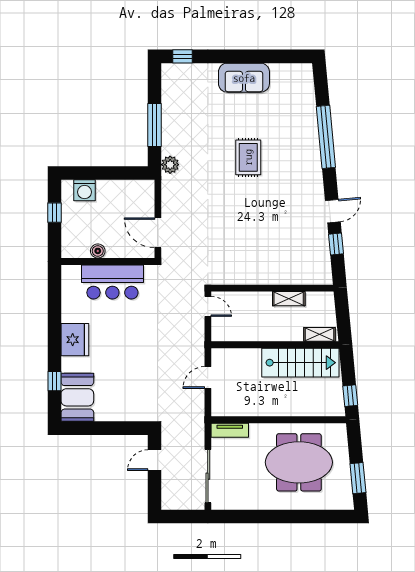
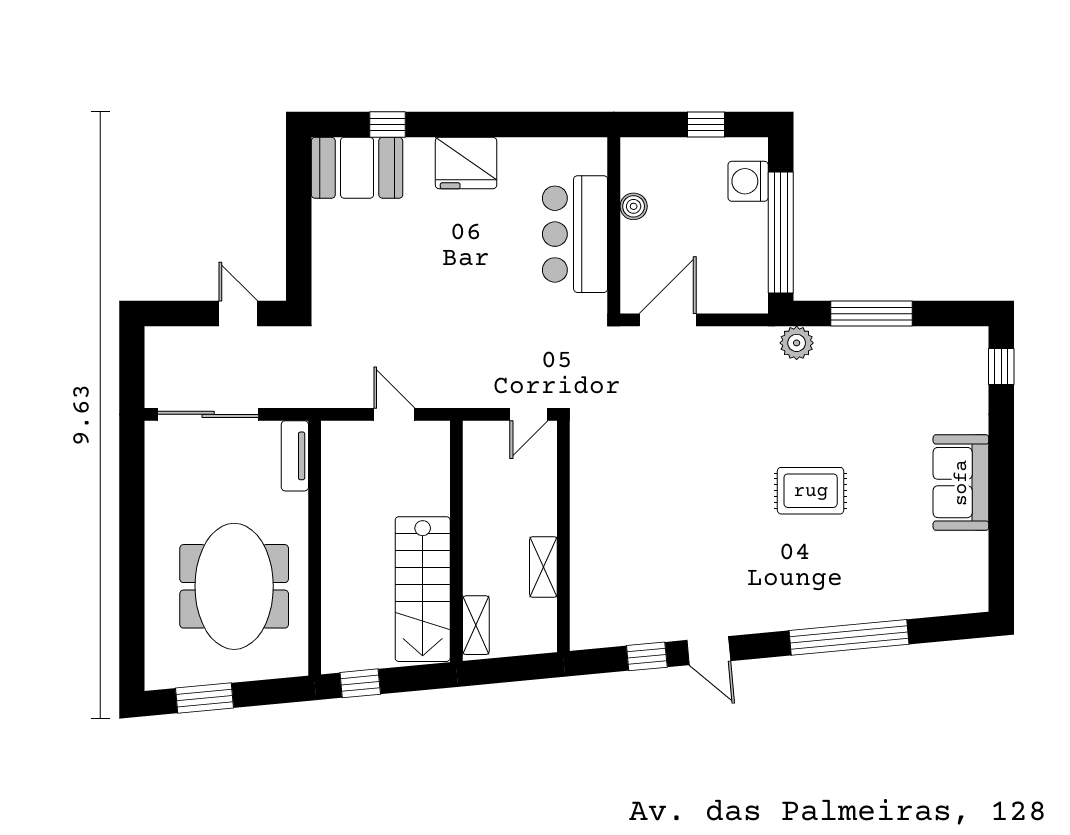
window: (112, 173) -> (781, 232), added

